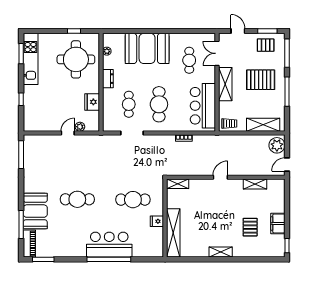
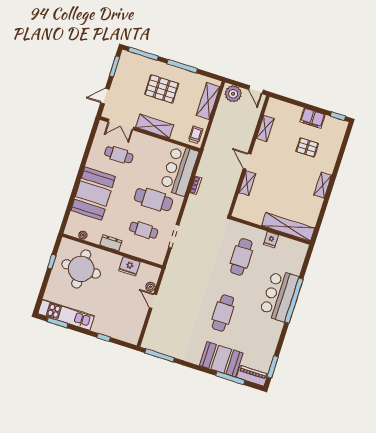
pallet: (266, 45) -> (128, 73), removed
pallet: (261, 80) -> (162, 89), turned 90
bar counter: (203, 106) -> (179, 170), moved, turned 90
shelving: (178, 184) -> (247, 183), moved

